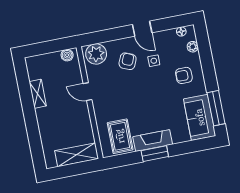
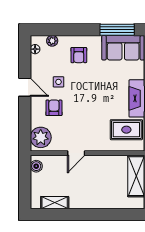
door: (142, 29) -> (25, 87), hinge flipped
armchair: (128, 61) -> (54, 108), turned 67
shelving: (38, 94) -> (55, 203), moved

